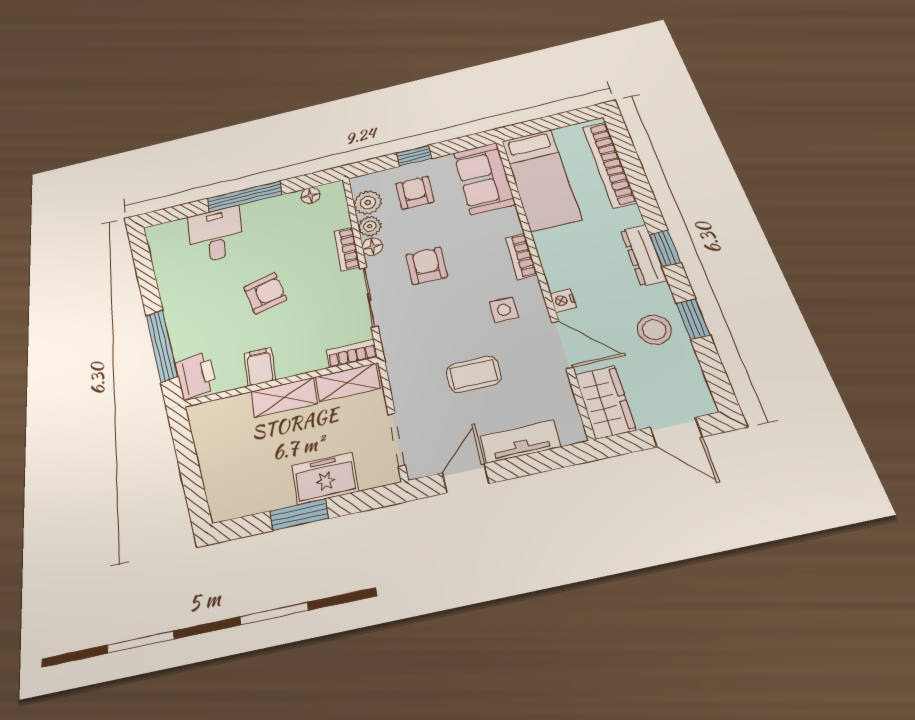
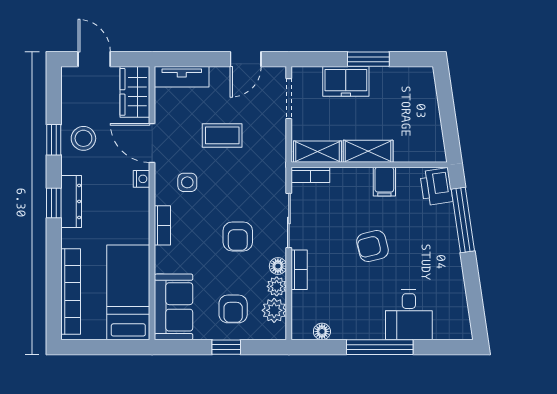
tv unit: (520, 442) -> (182, 77), moved

